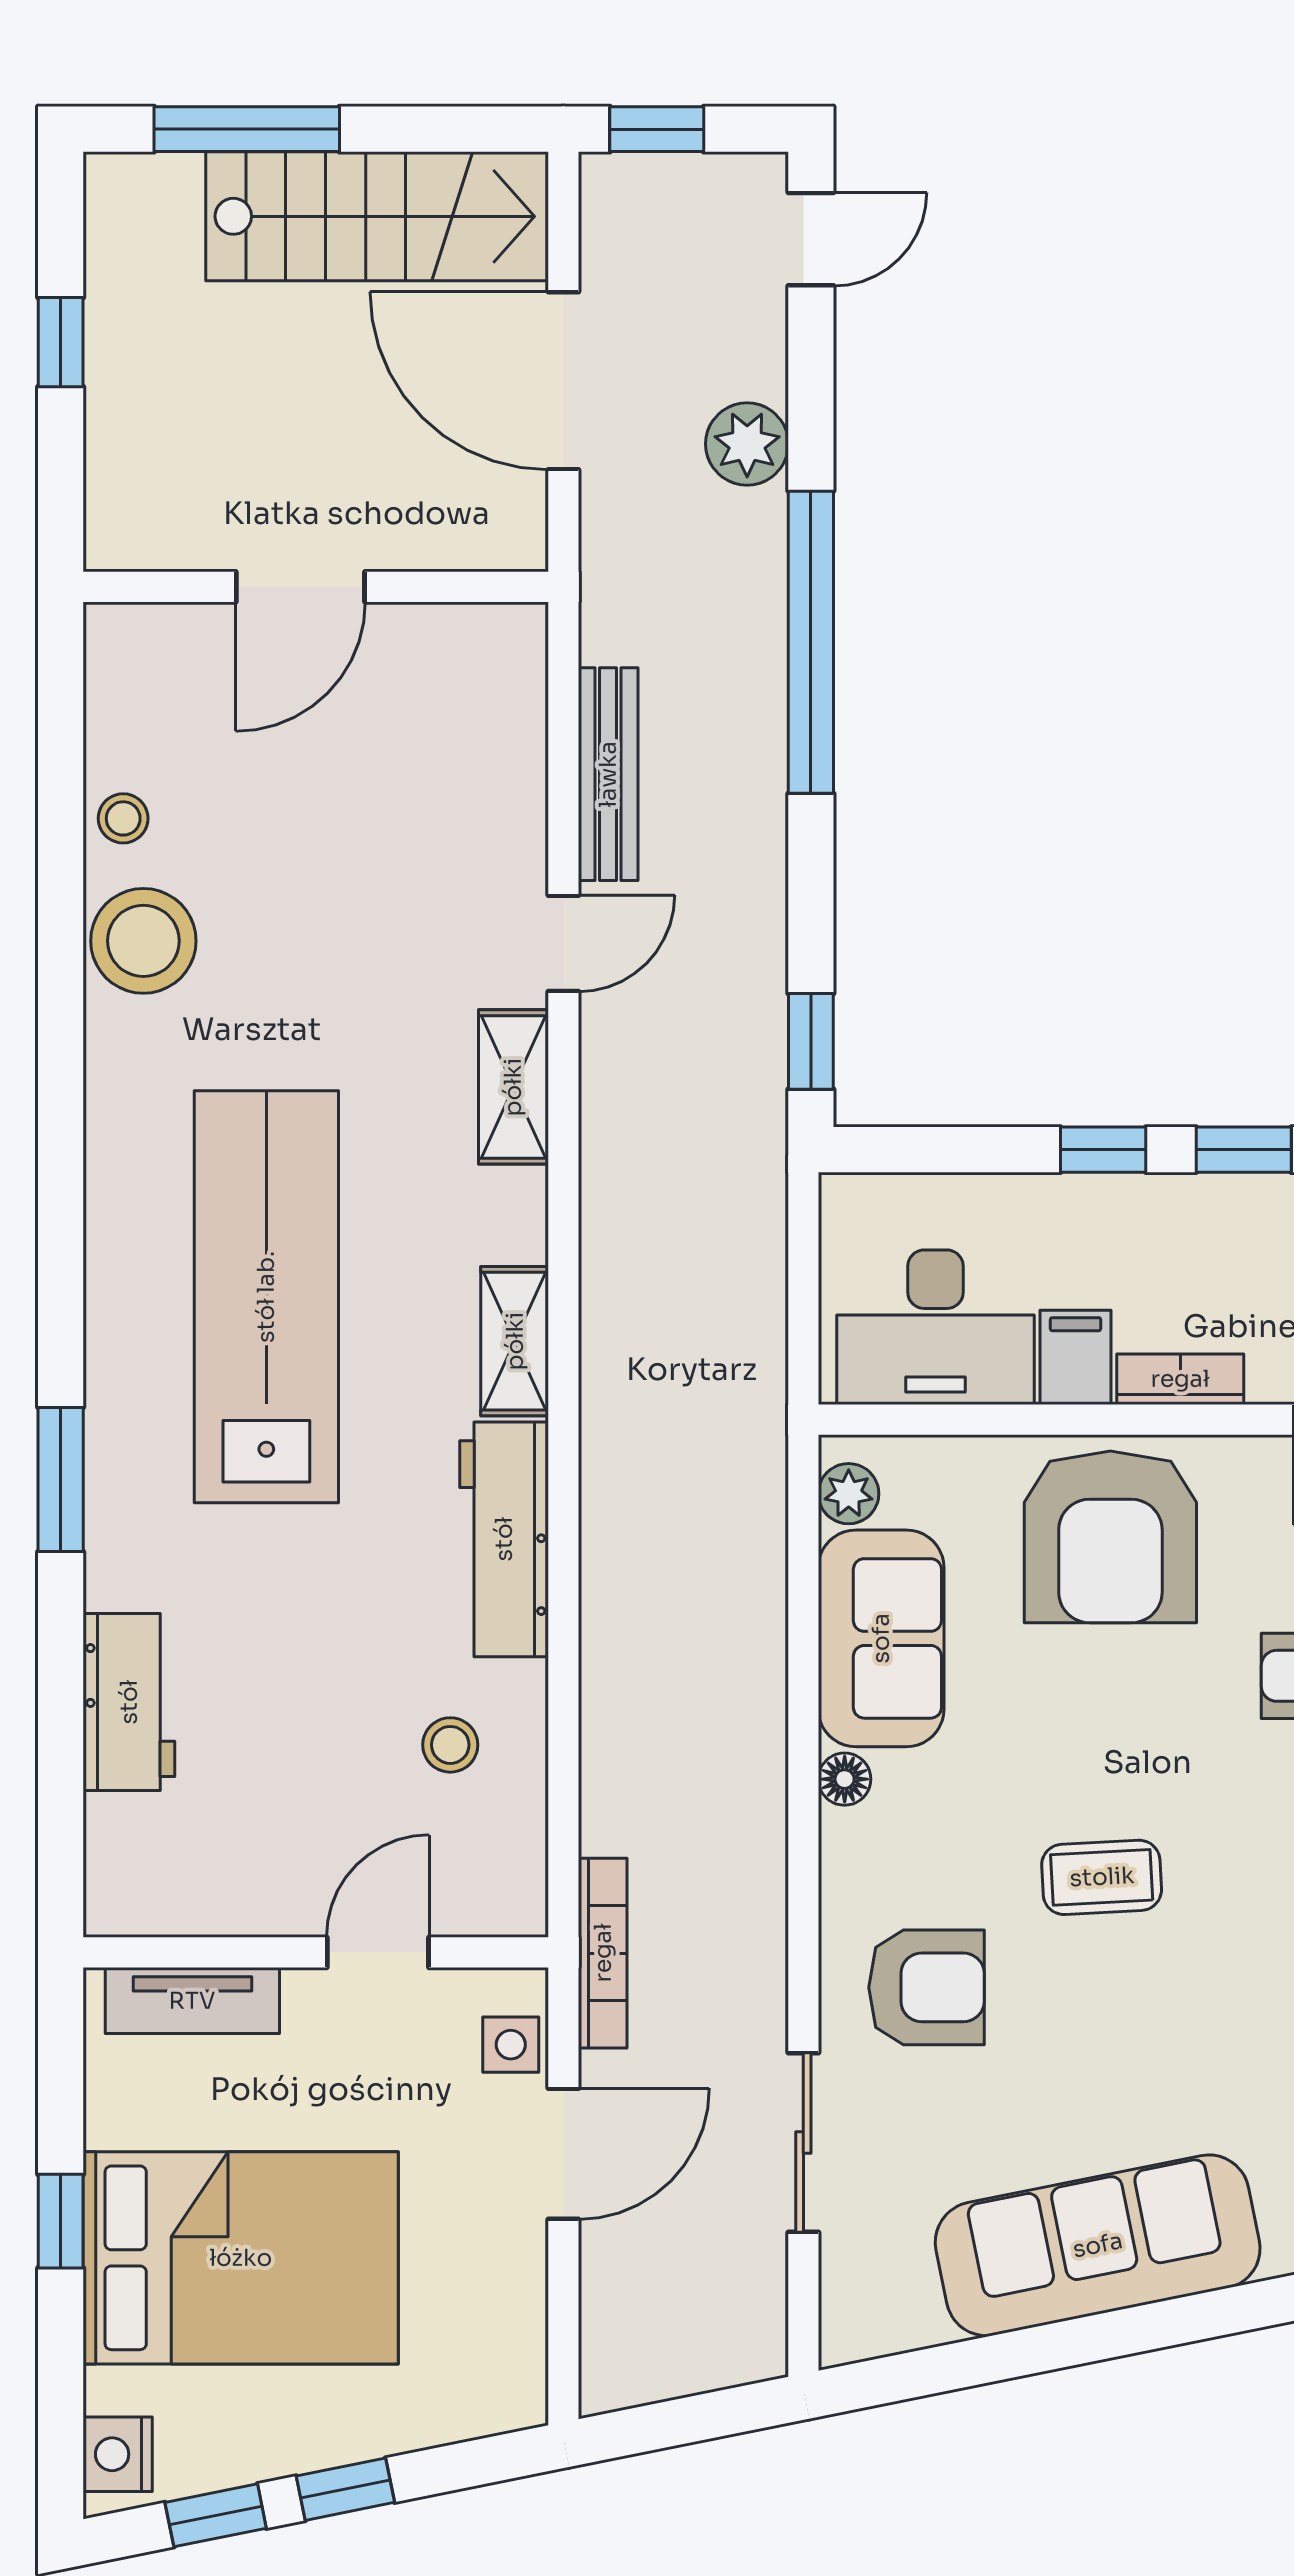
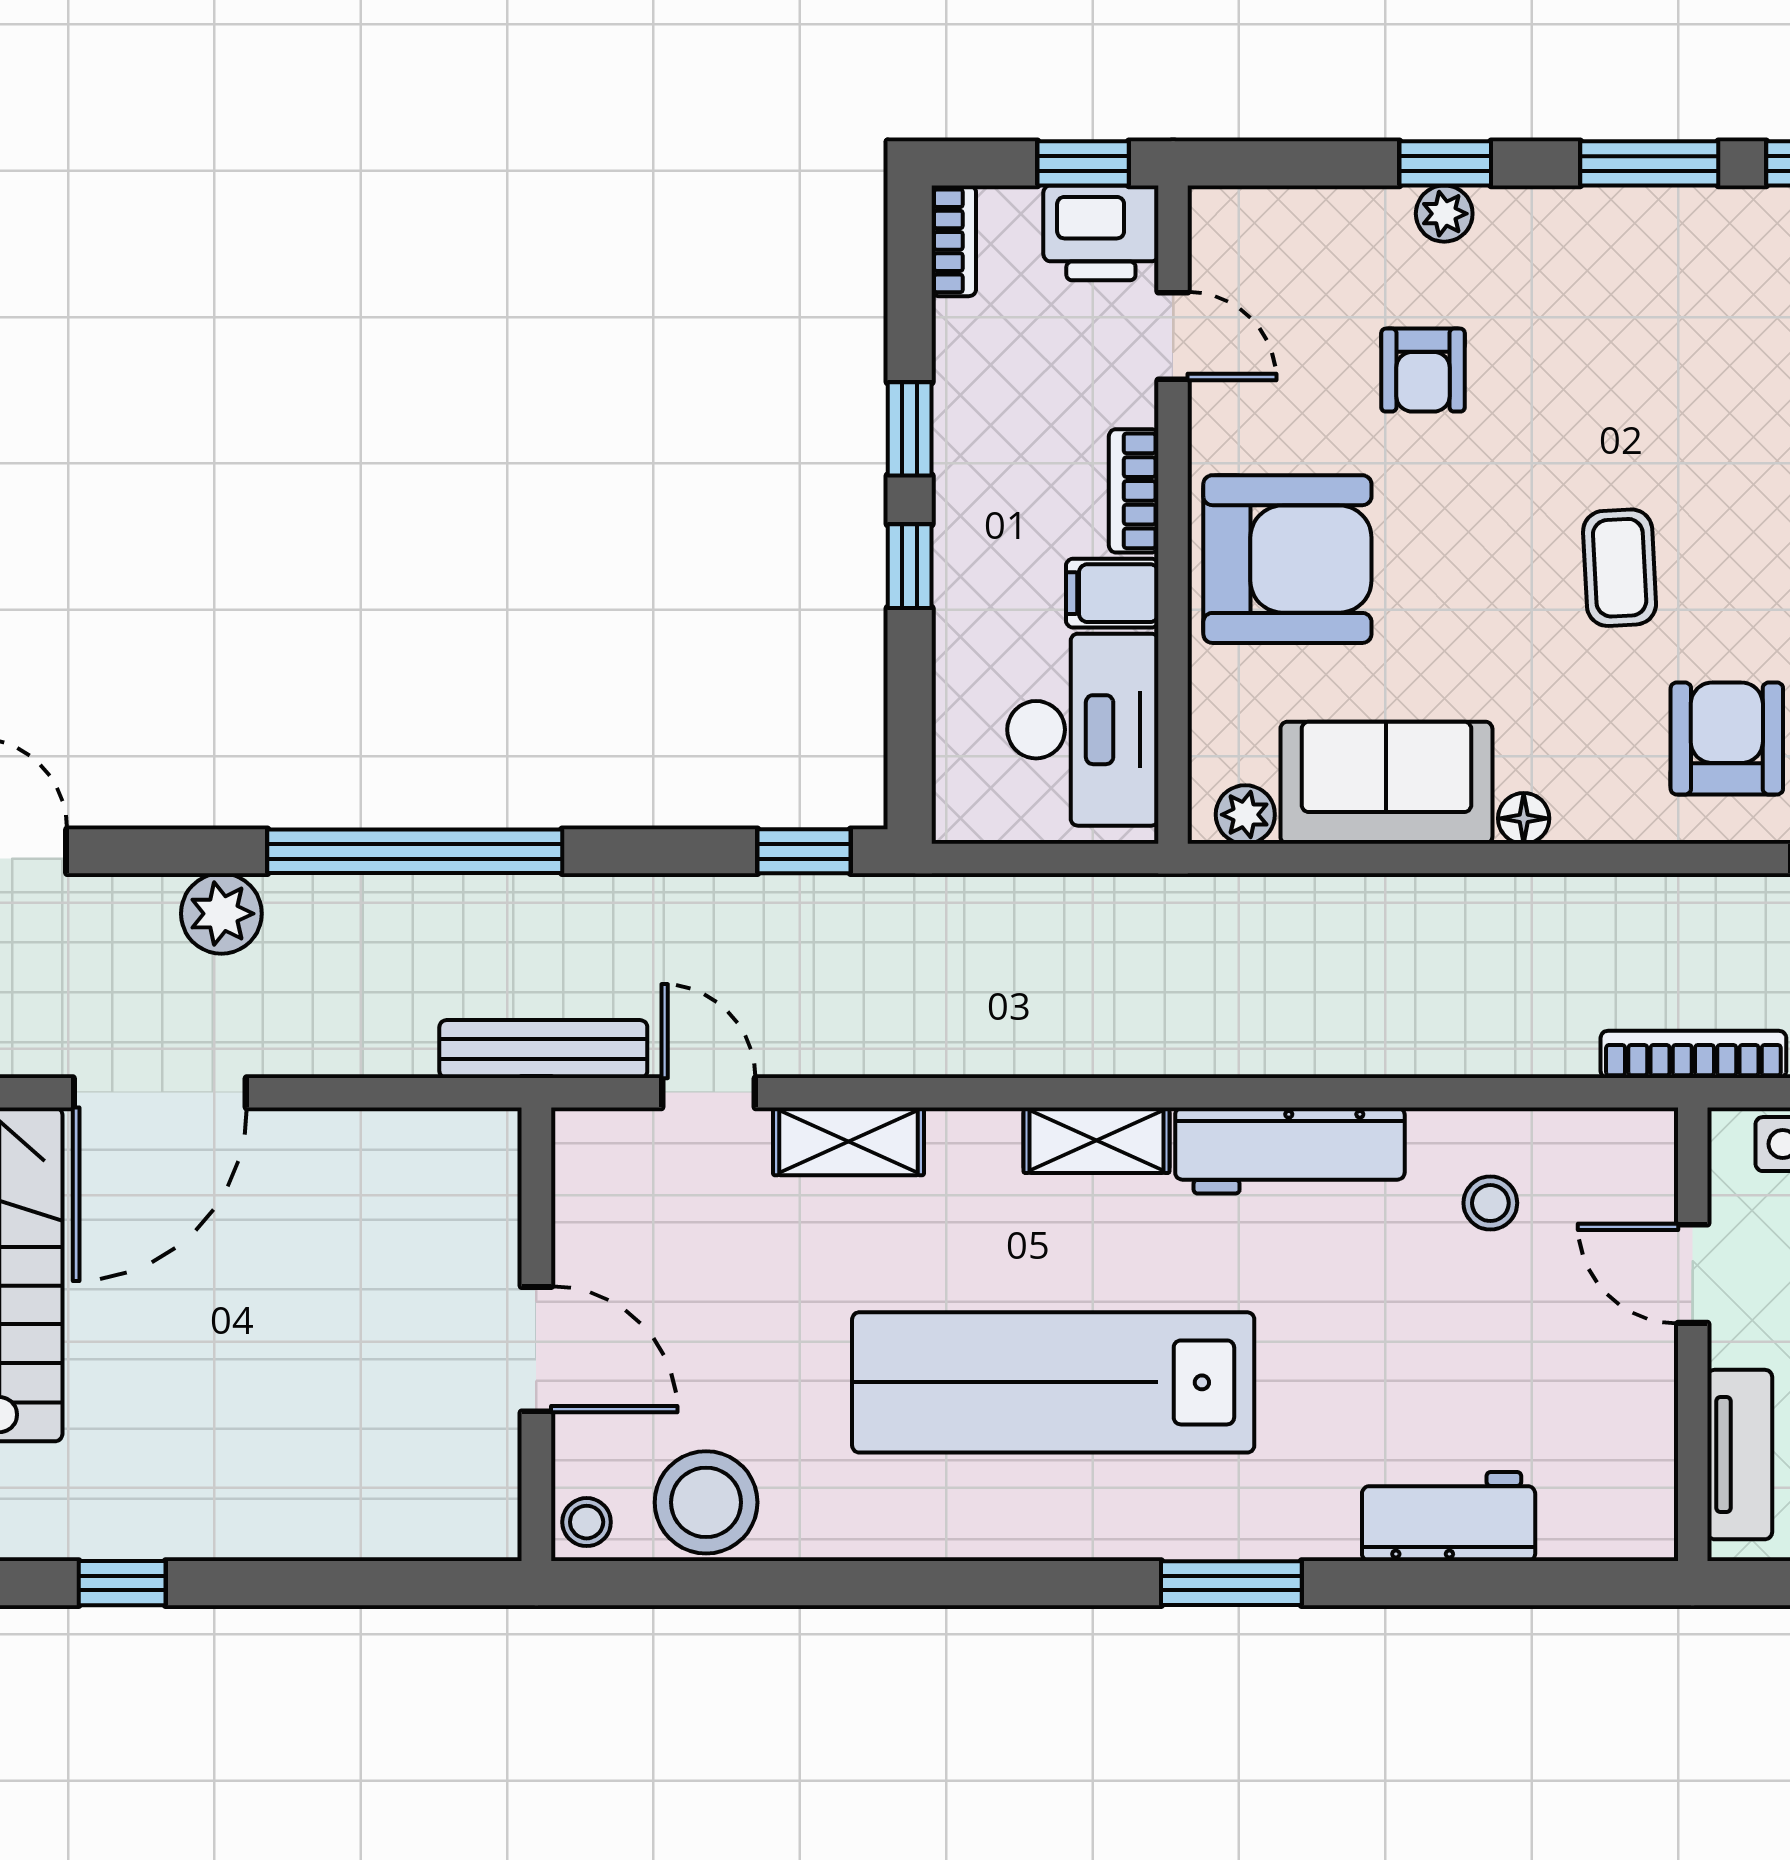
door: (300, 587) -> (536, 1349), moved
wall: (316, 587) -> (536, 1334), moved

